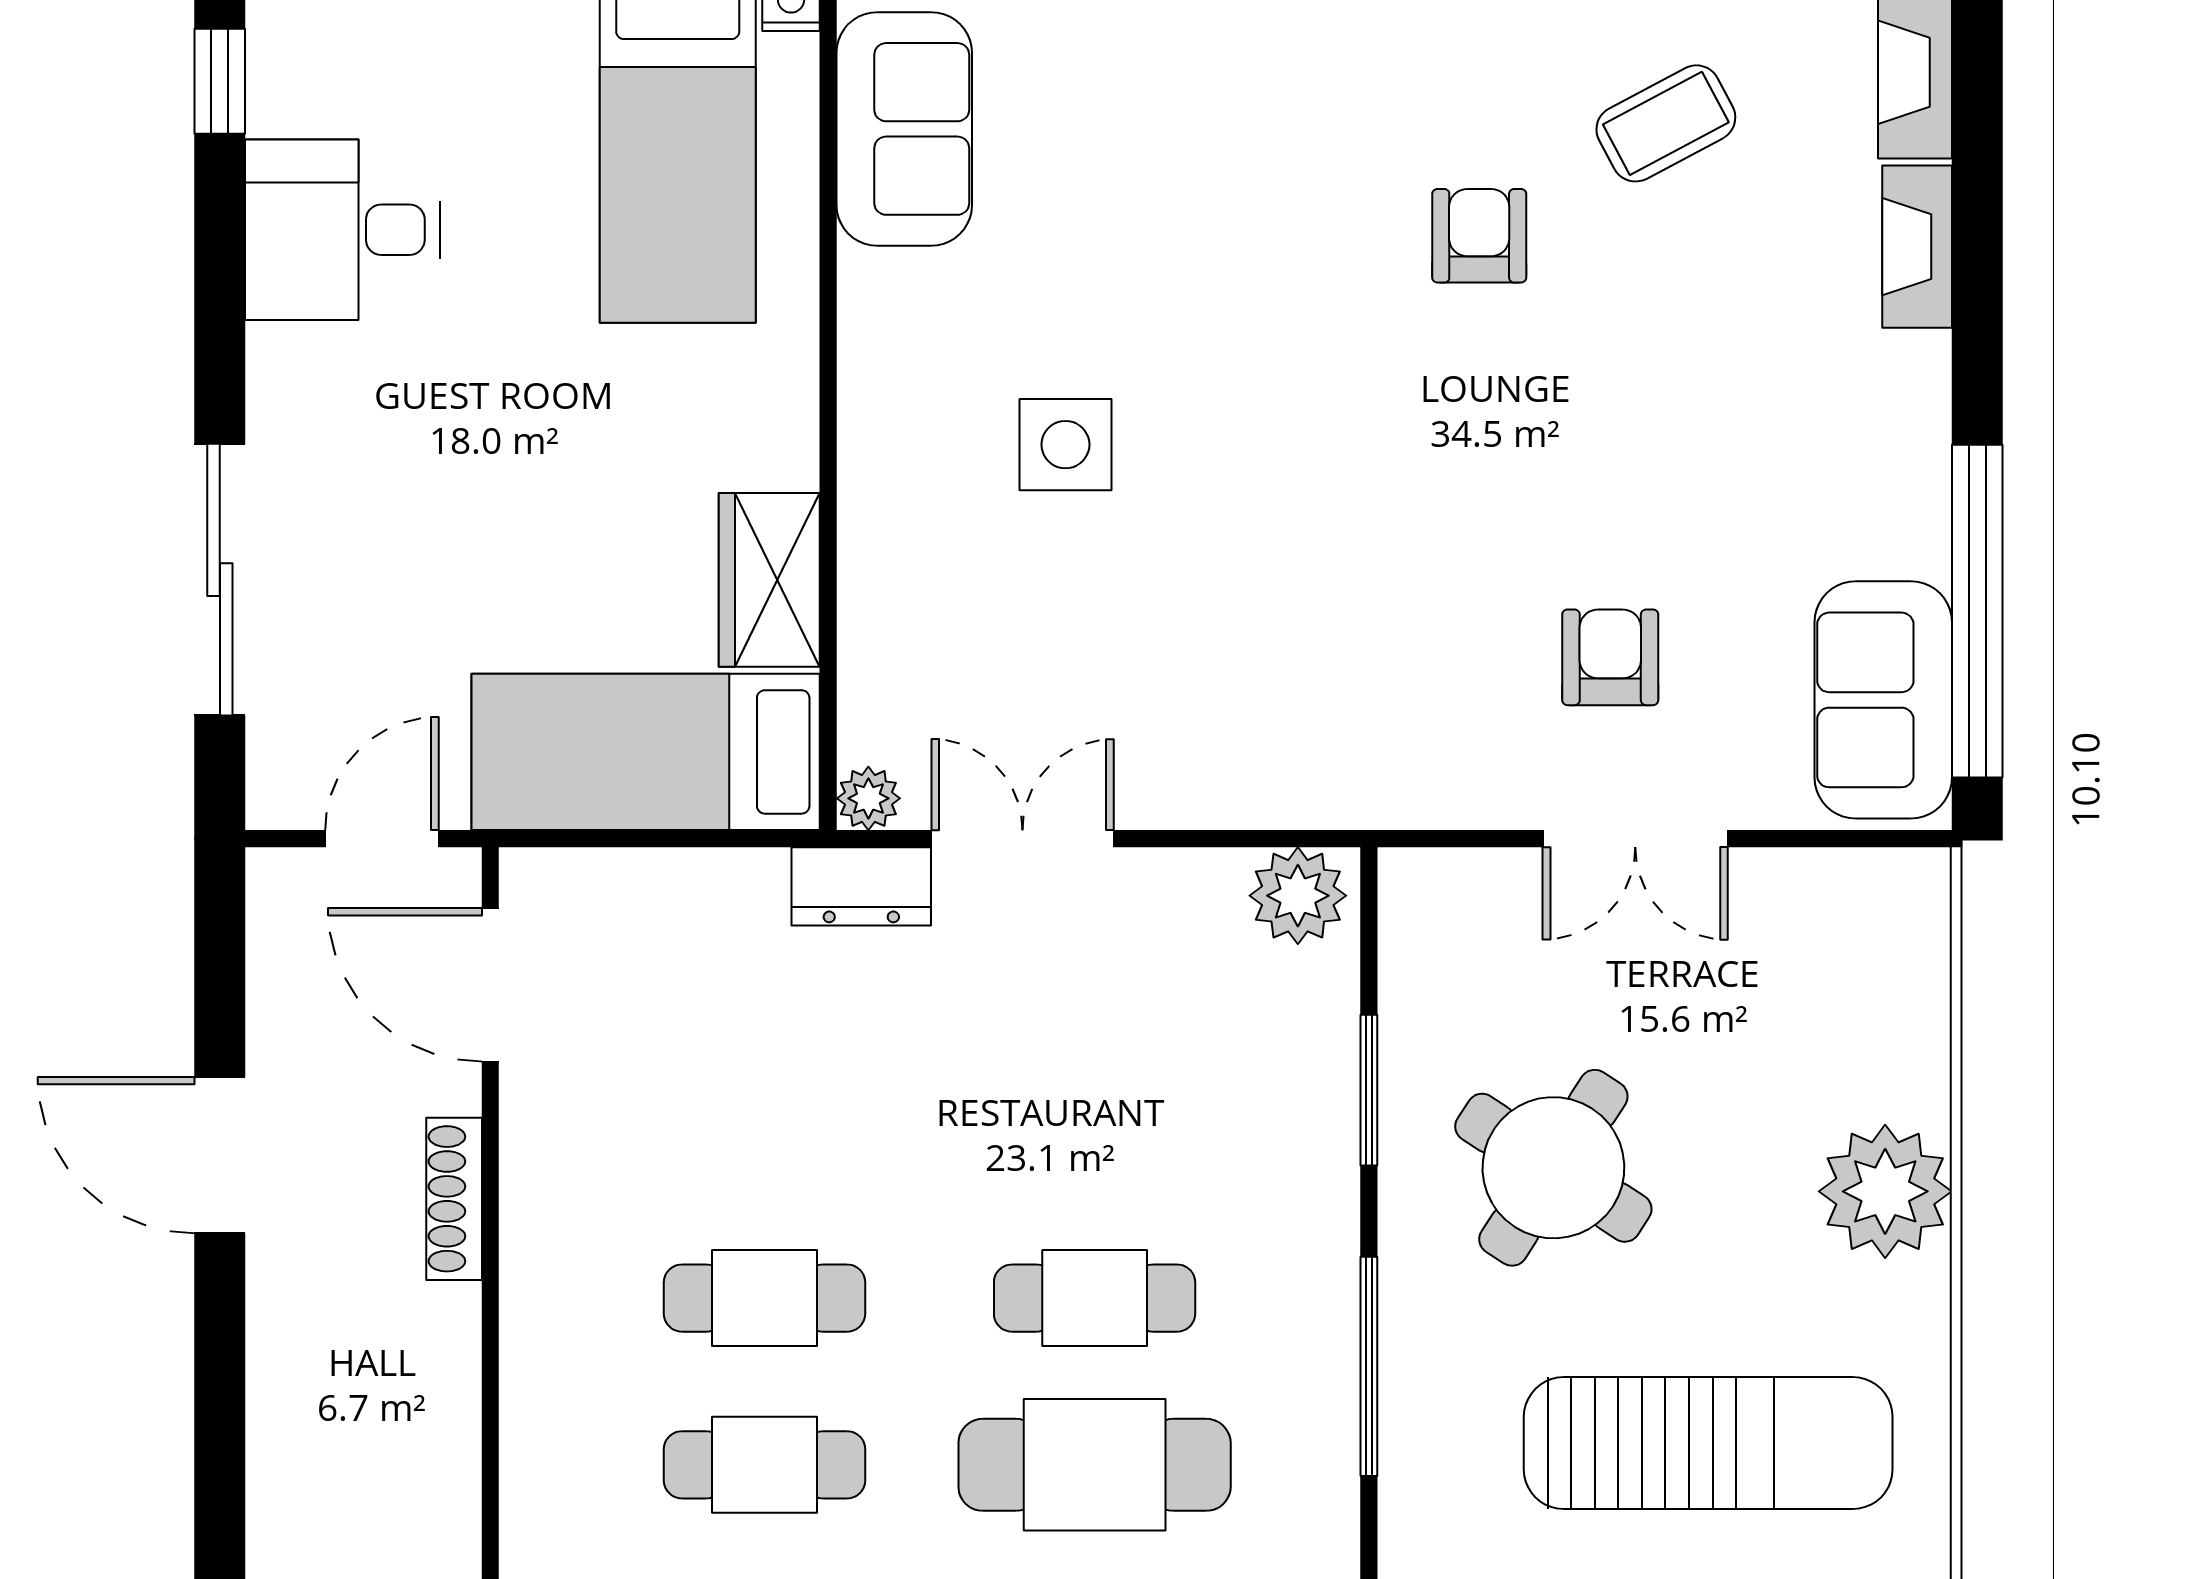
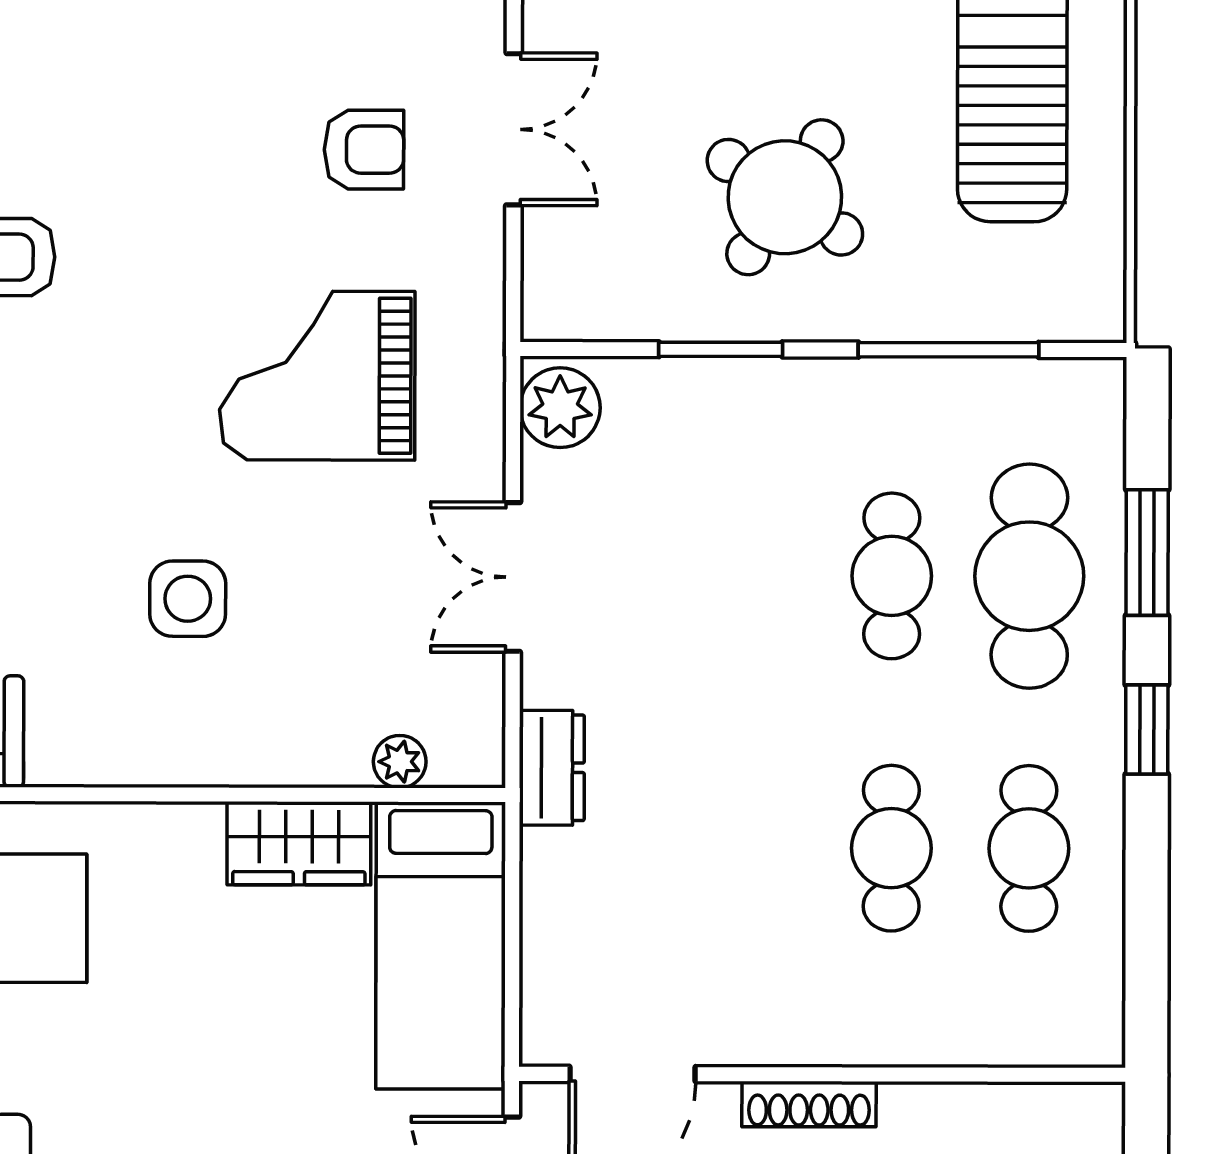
grand piano: (1336, 601) -> (317, 376), added
armchair: (1610, 657) -> (364, 150), turned 180
plant: (868, 798) -> (400, 762), moved
double door: (1023, 839) -> (513, 577), moved

